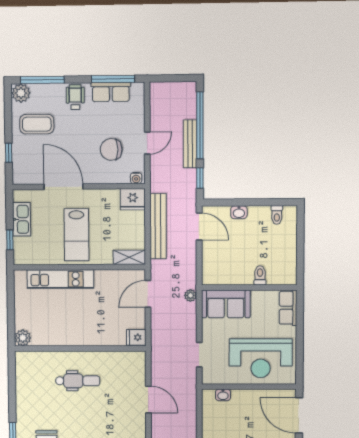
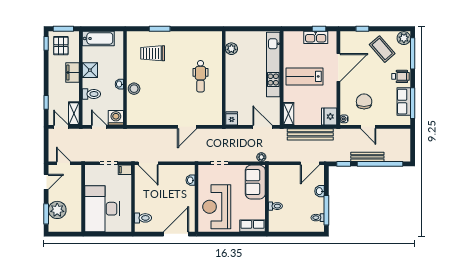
coffee table: (37, 124) -> (382, 49), turned -41
window: (266, 202) -> (326, 210), added
window: (10, 240) -> (319, 29), moved
kitchen unit: (60, 279) -> (273, 65), width x1.36
plant: (23, 338) -> (231, 49), moved

